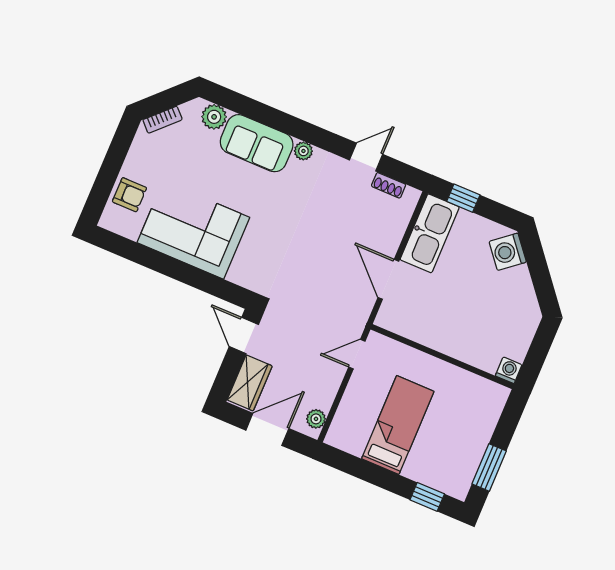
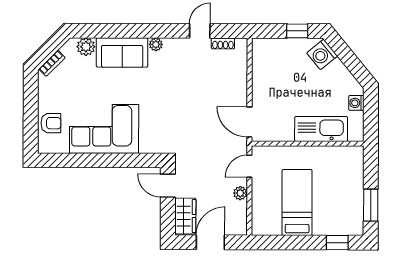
window: (463, 198) -> (297, 31), moved
kitchen sink: (430, 233) -> (321, 129), moved, turned -90
door: (388, 279) -> (249, 122), moved
washing machine: (509, 370) -> (356, 103), moved, turned -90
plant: (316, 419) -> (240, 193), moved

